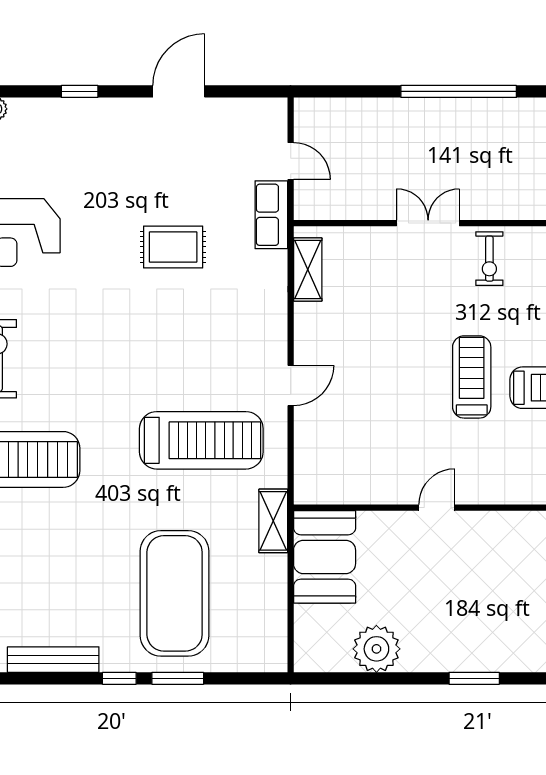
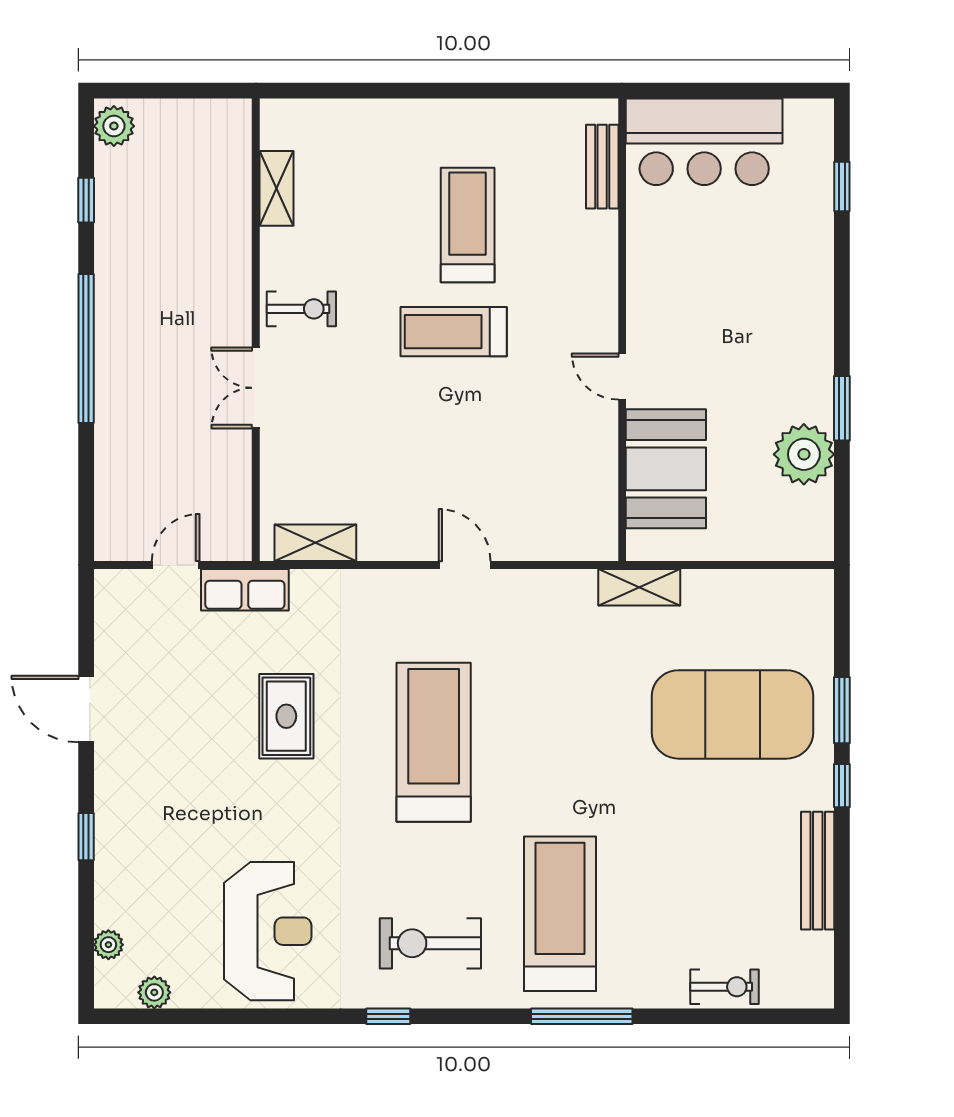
treadmill: (201, 440) -> (434, 742), moved
booth: (325, 557) -> (666, 469), moved, turned 90
window: (474, 678) -> (842, 408), moved

